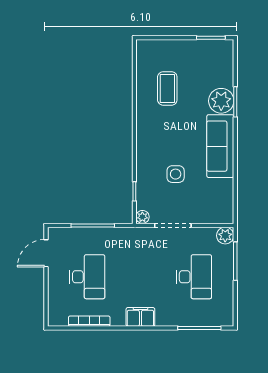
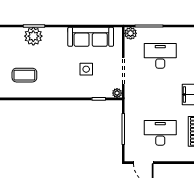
sofa: (220, 146) -> (91, 37), moved

